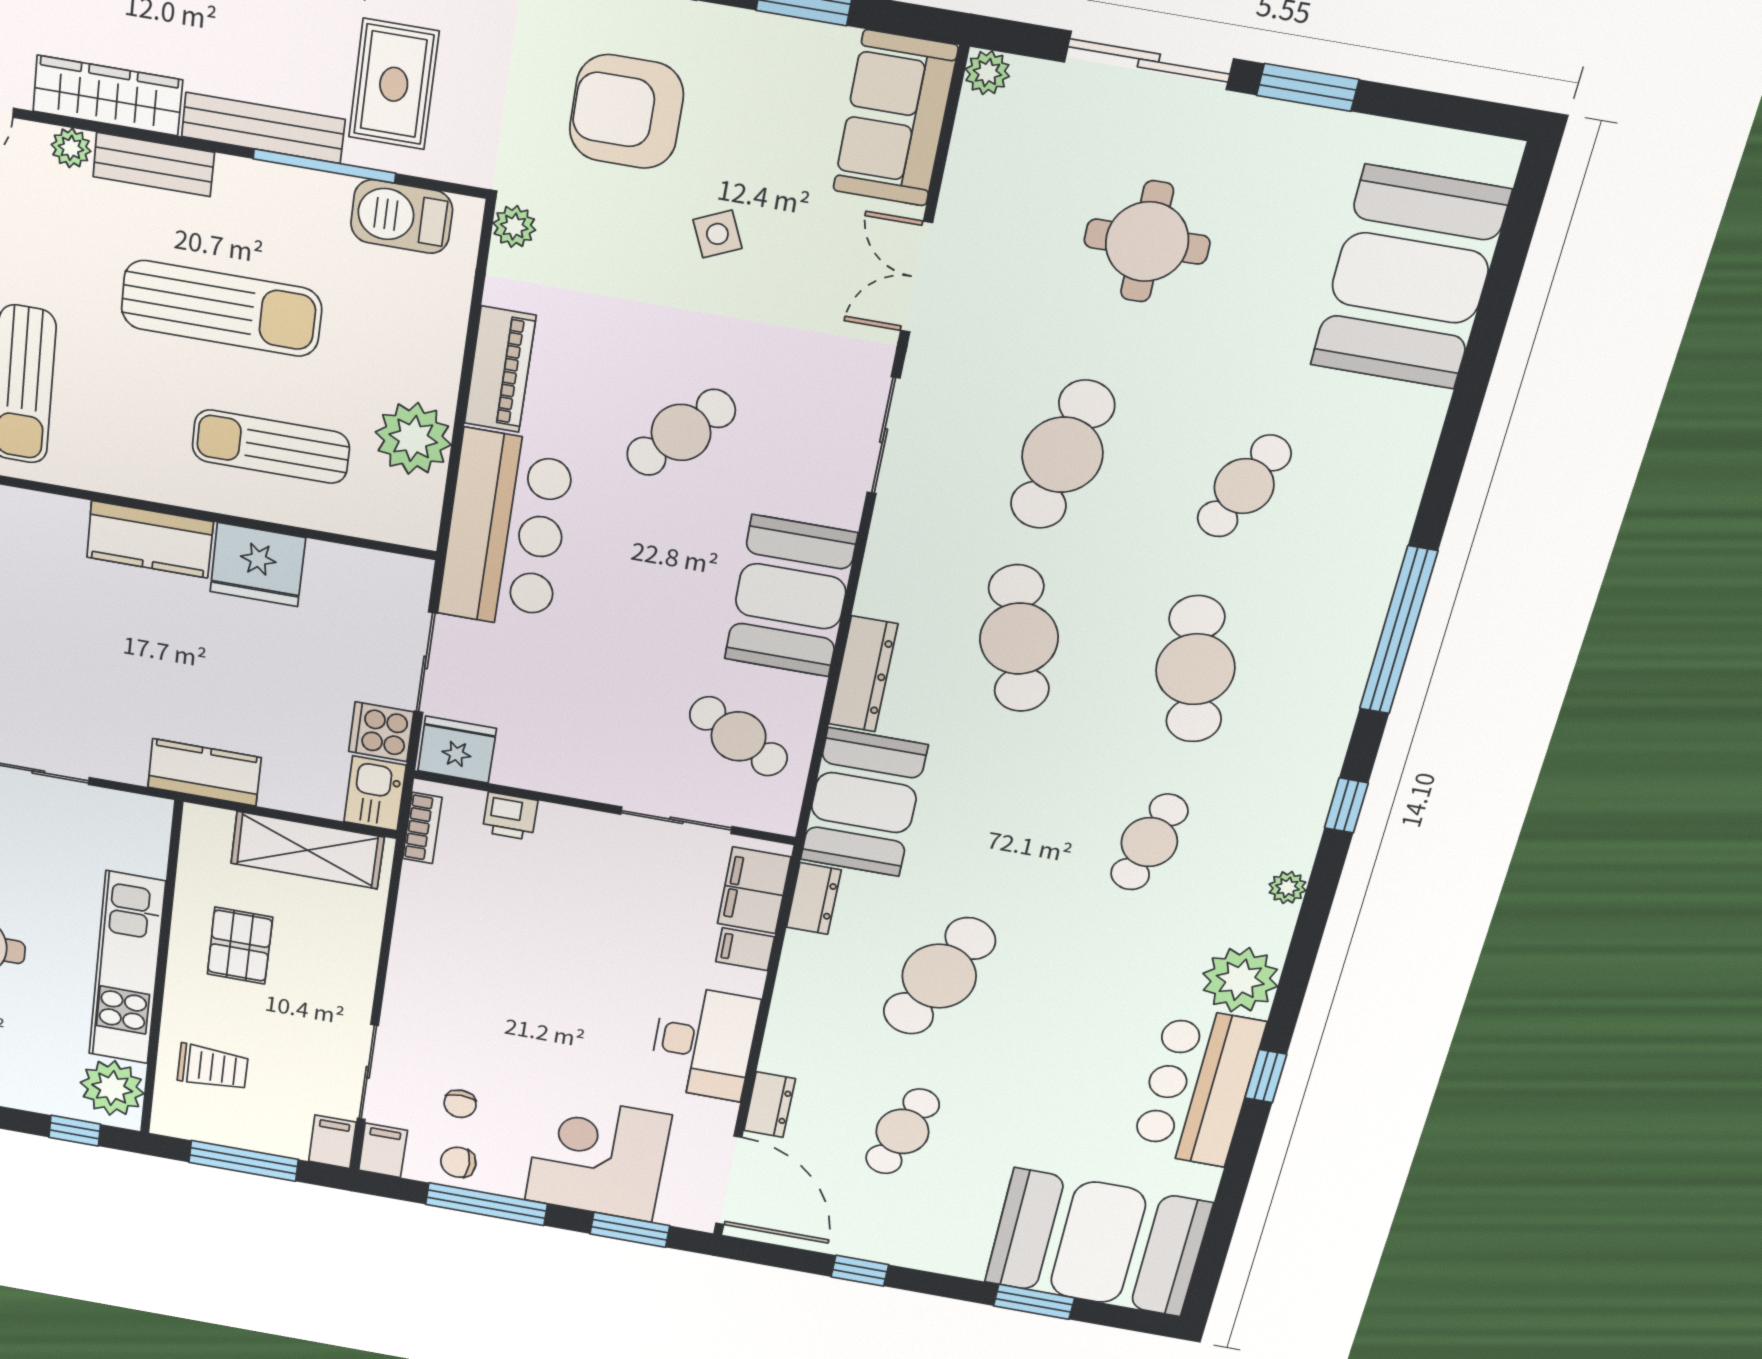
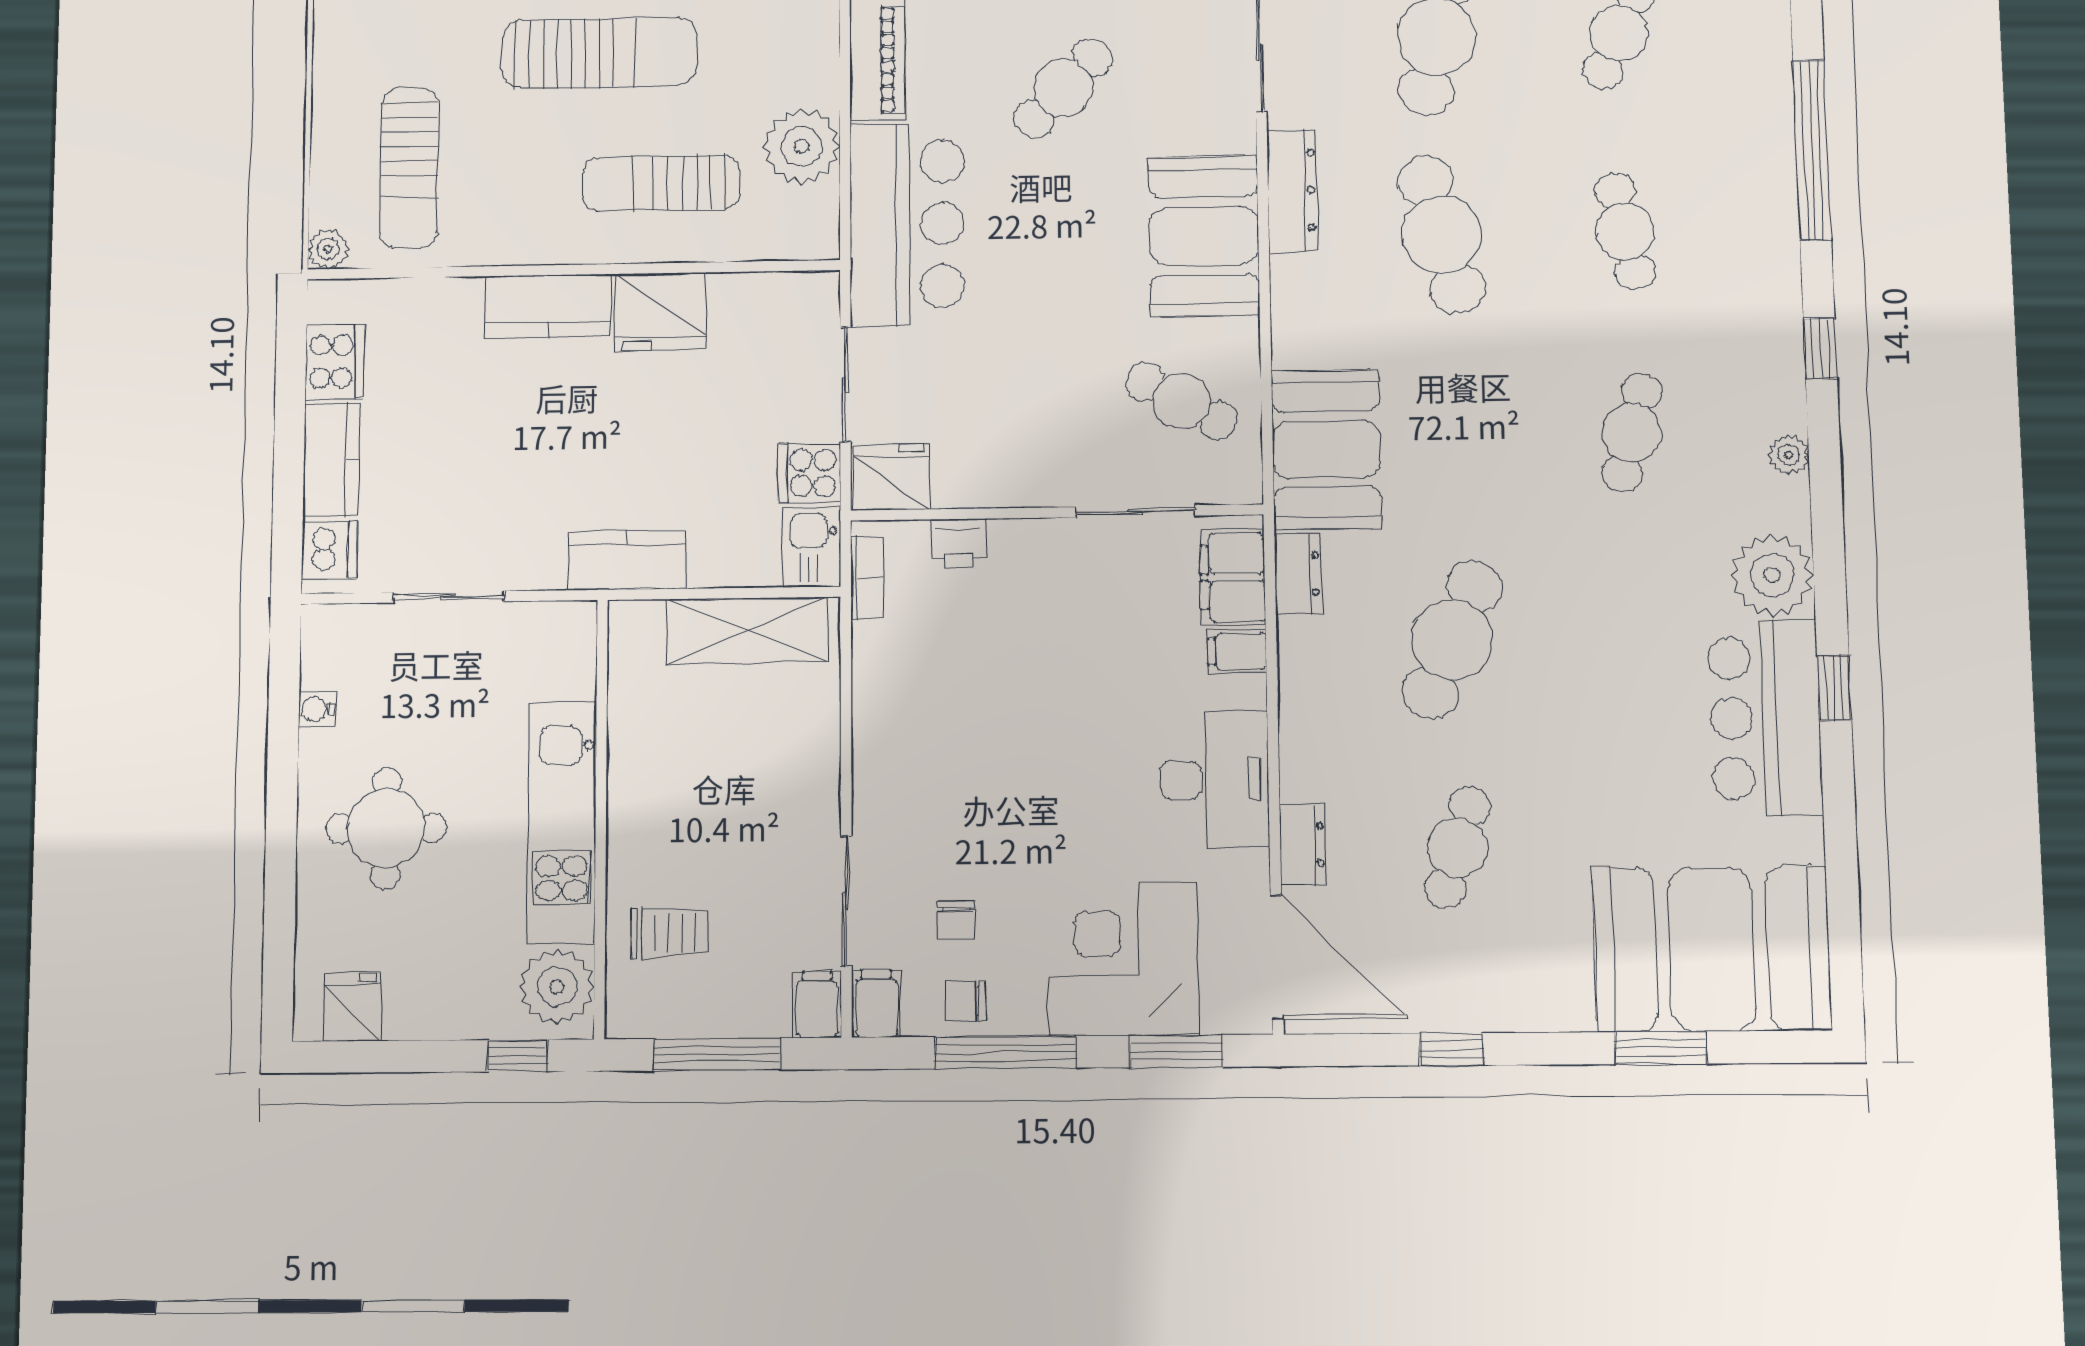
cafe table: (1195, 669) -> (1625, 231), width x0.73, depth x0.74
dresser: (863, 674) -> (1292, 190), moved
pallet: (240, 946) -> (685, 766), removed

